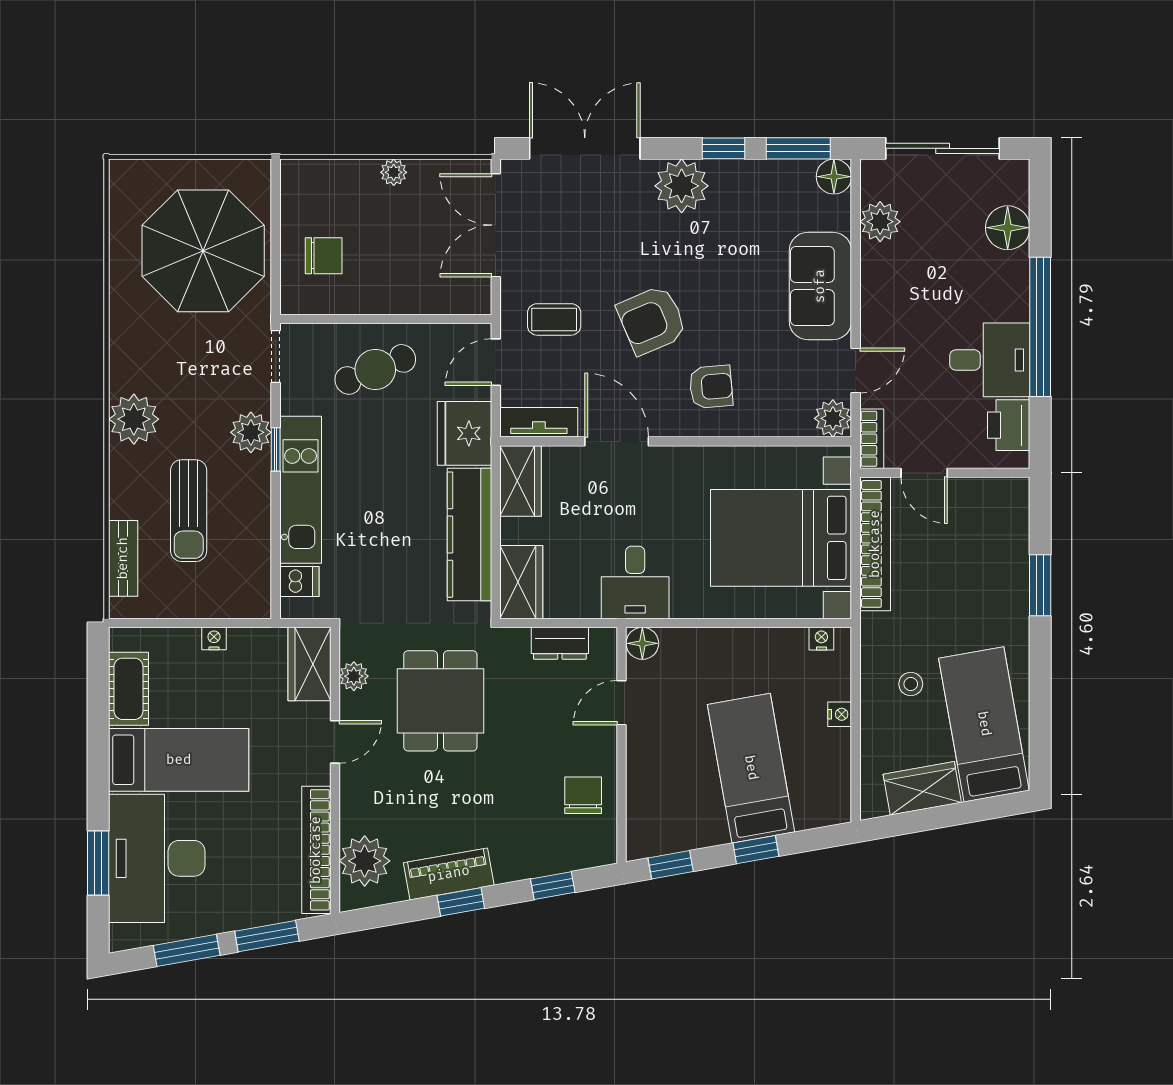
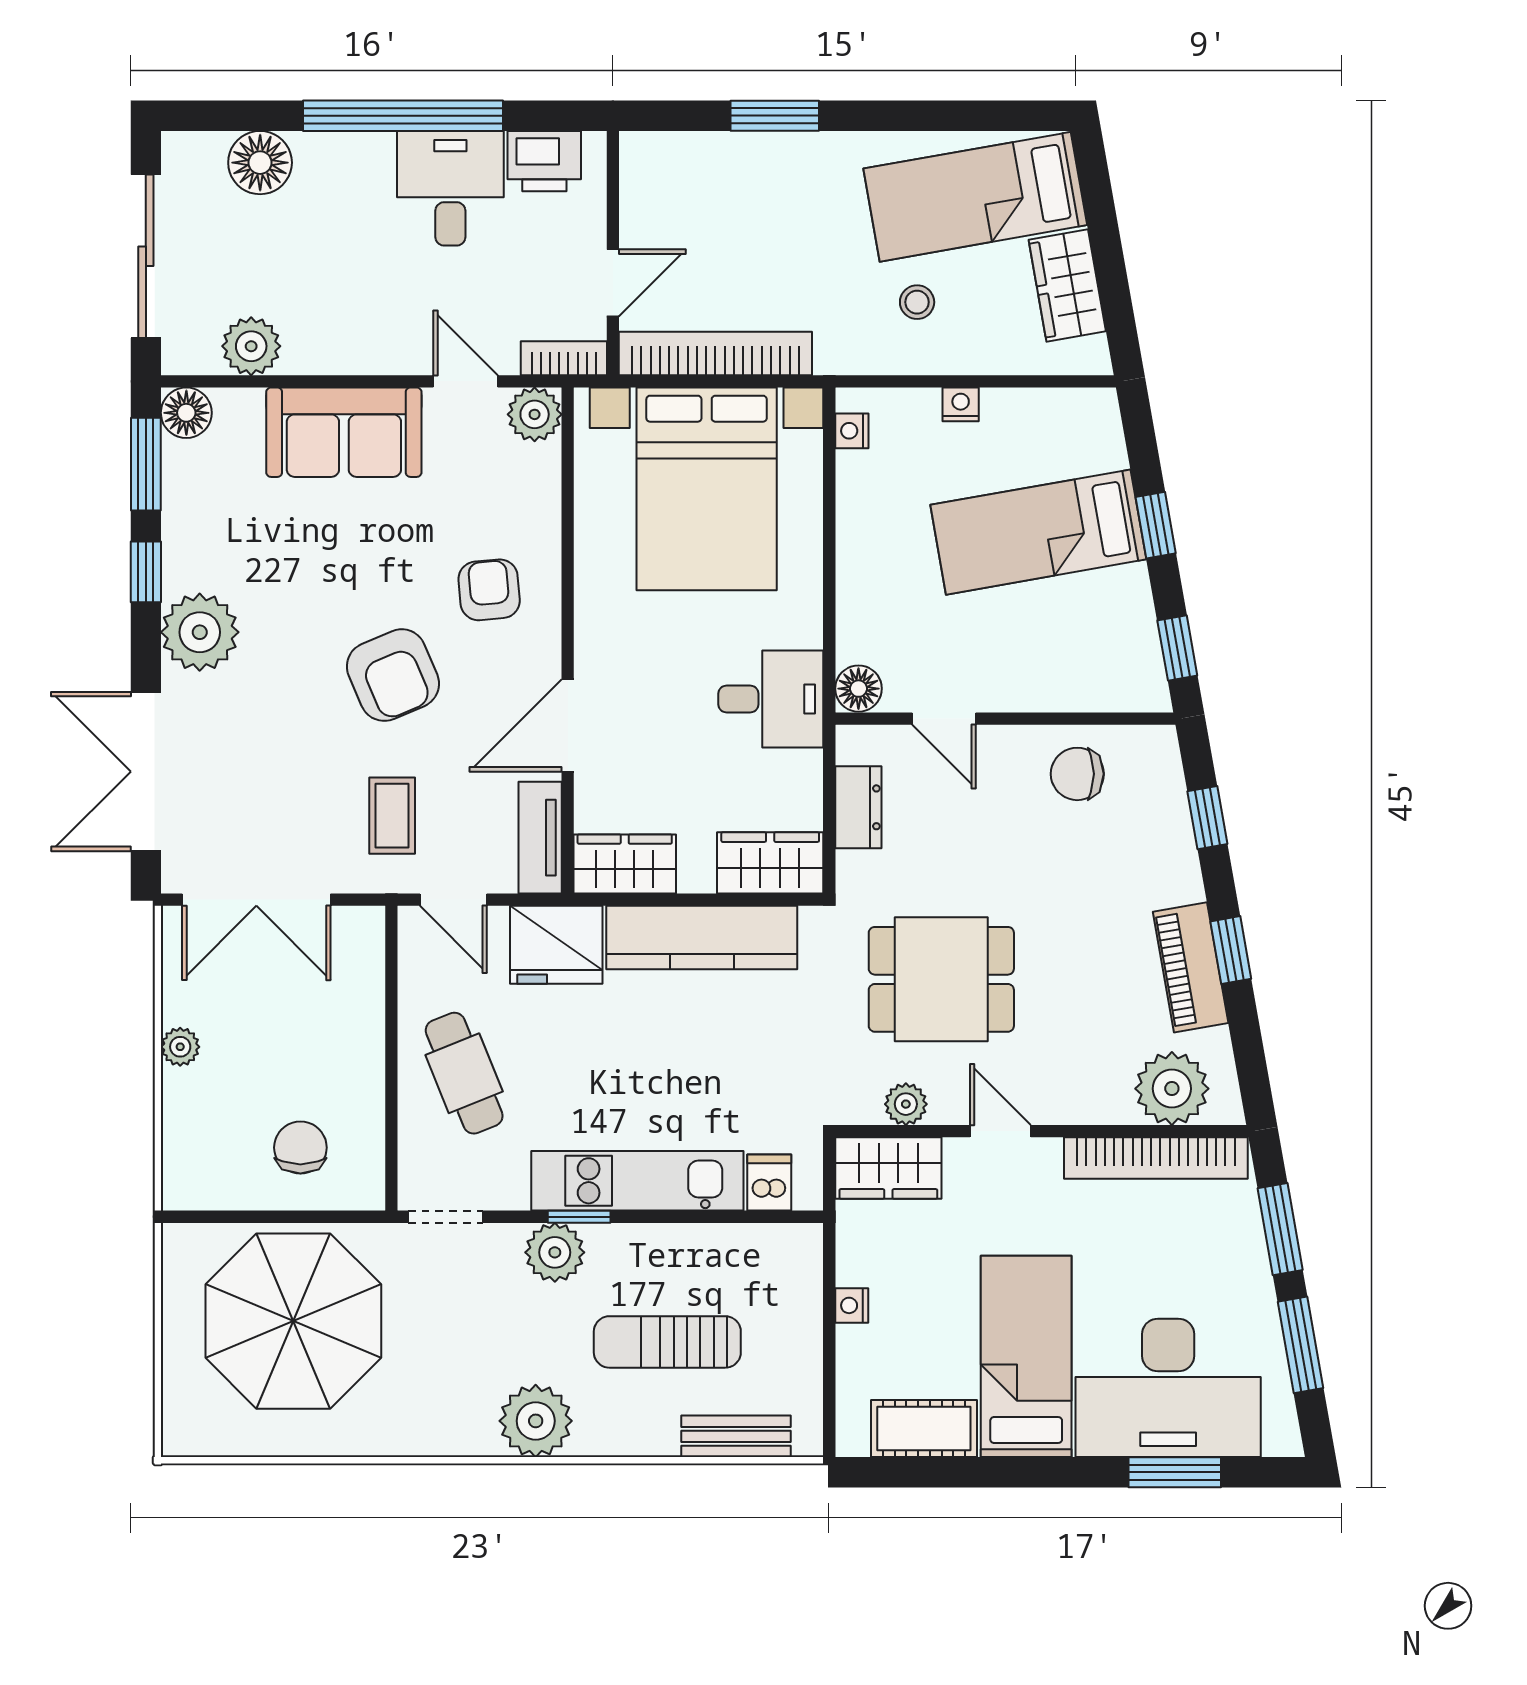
sun lounger: (189, 511) -> (667, 1342), turned 180

